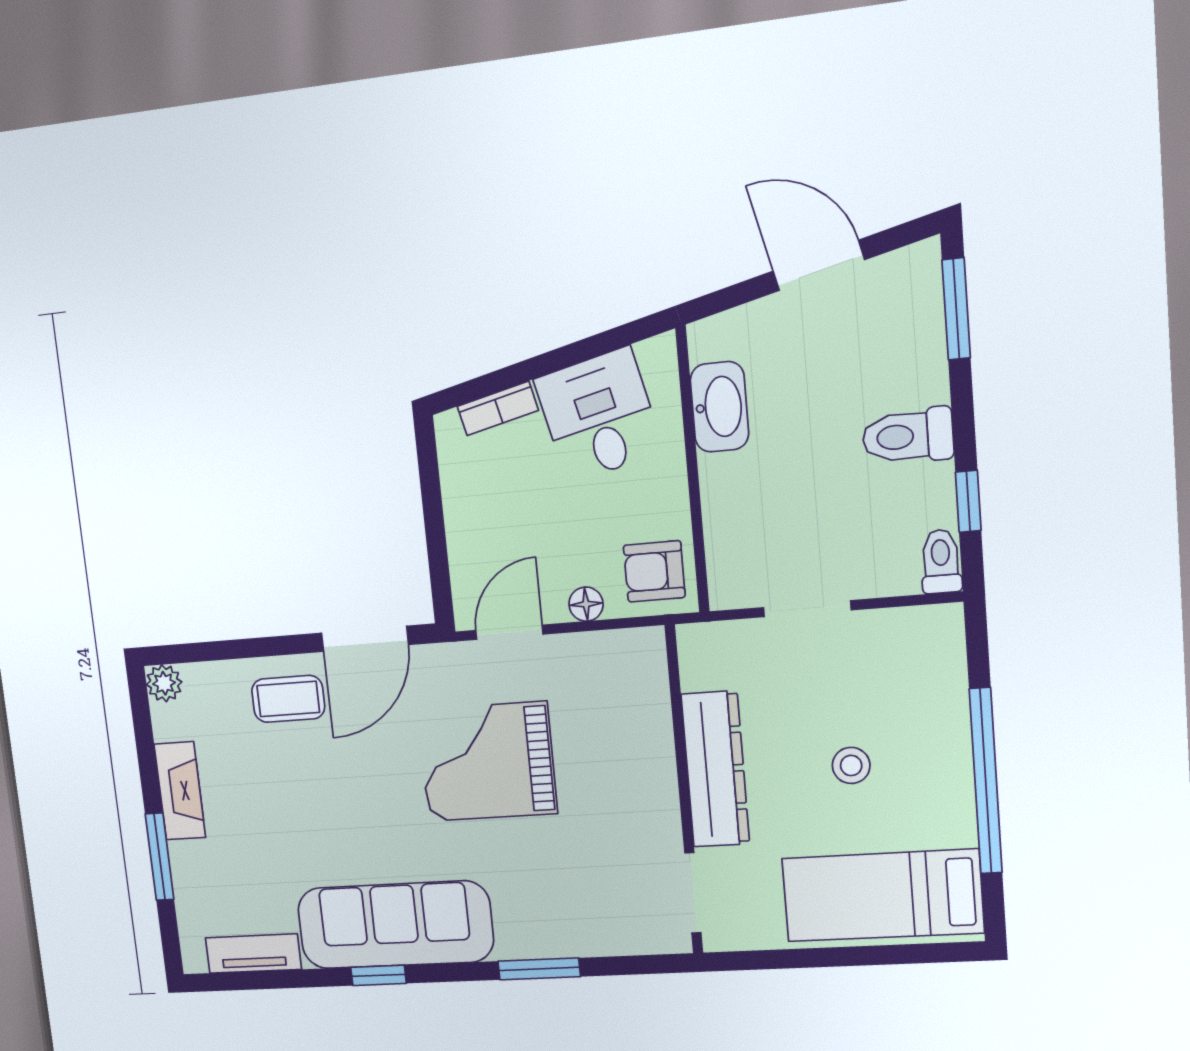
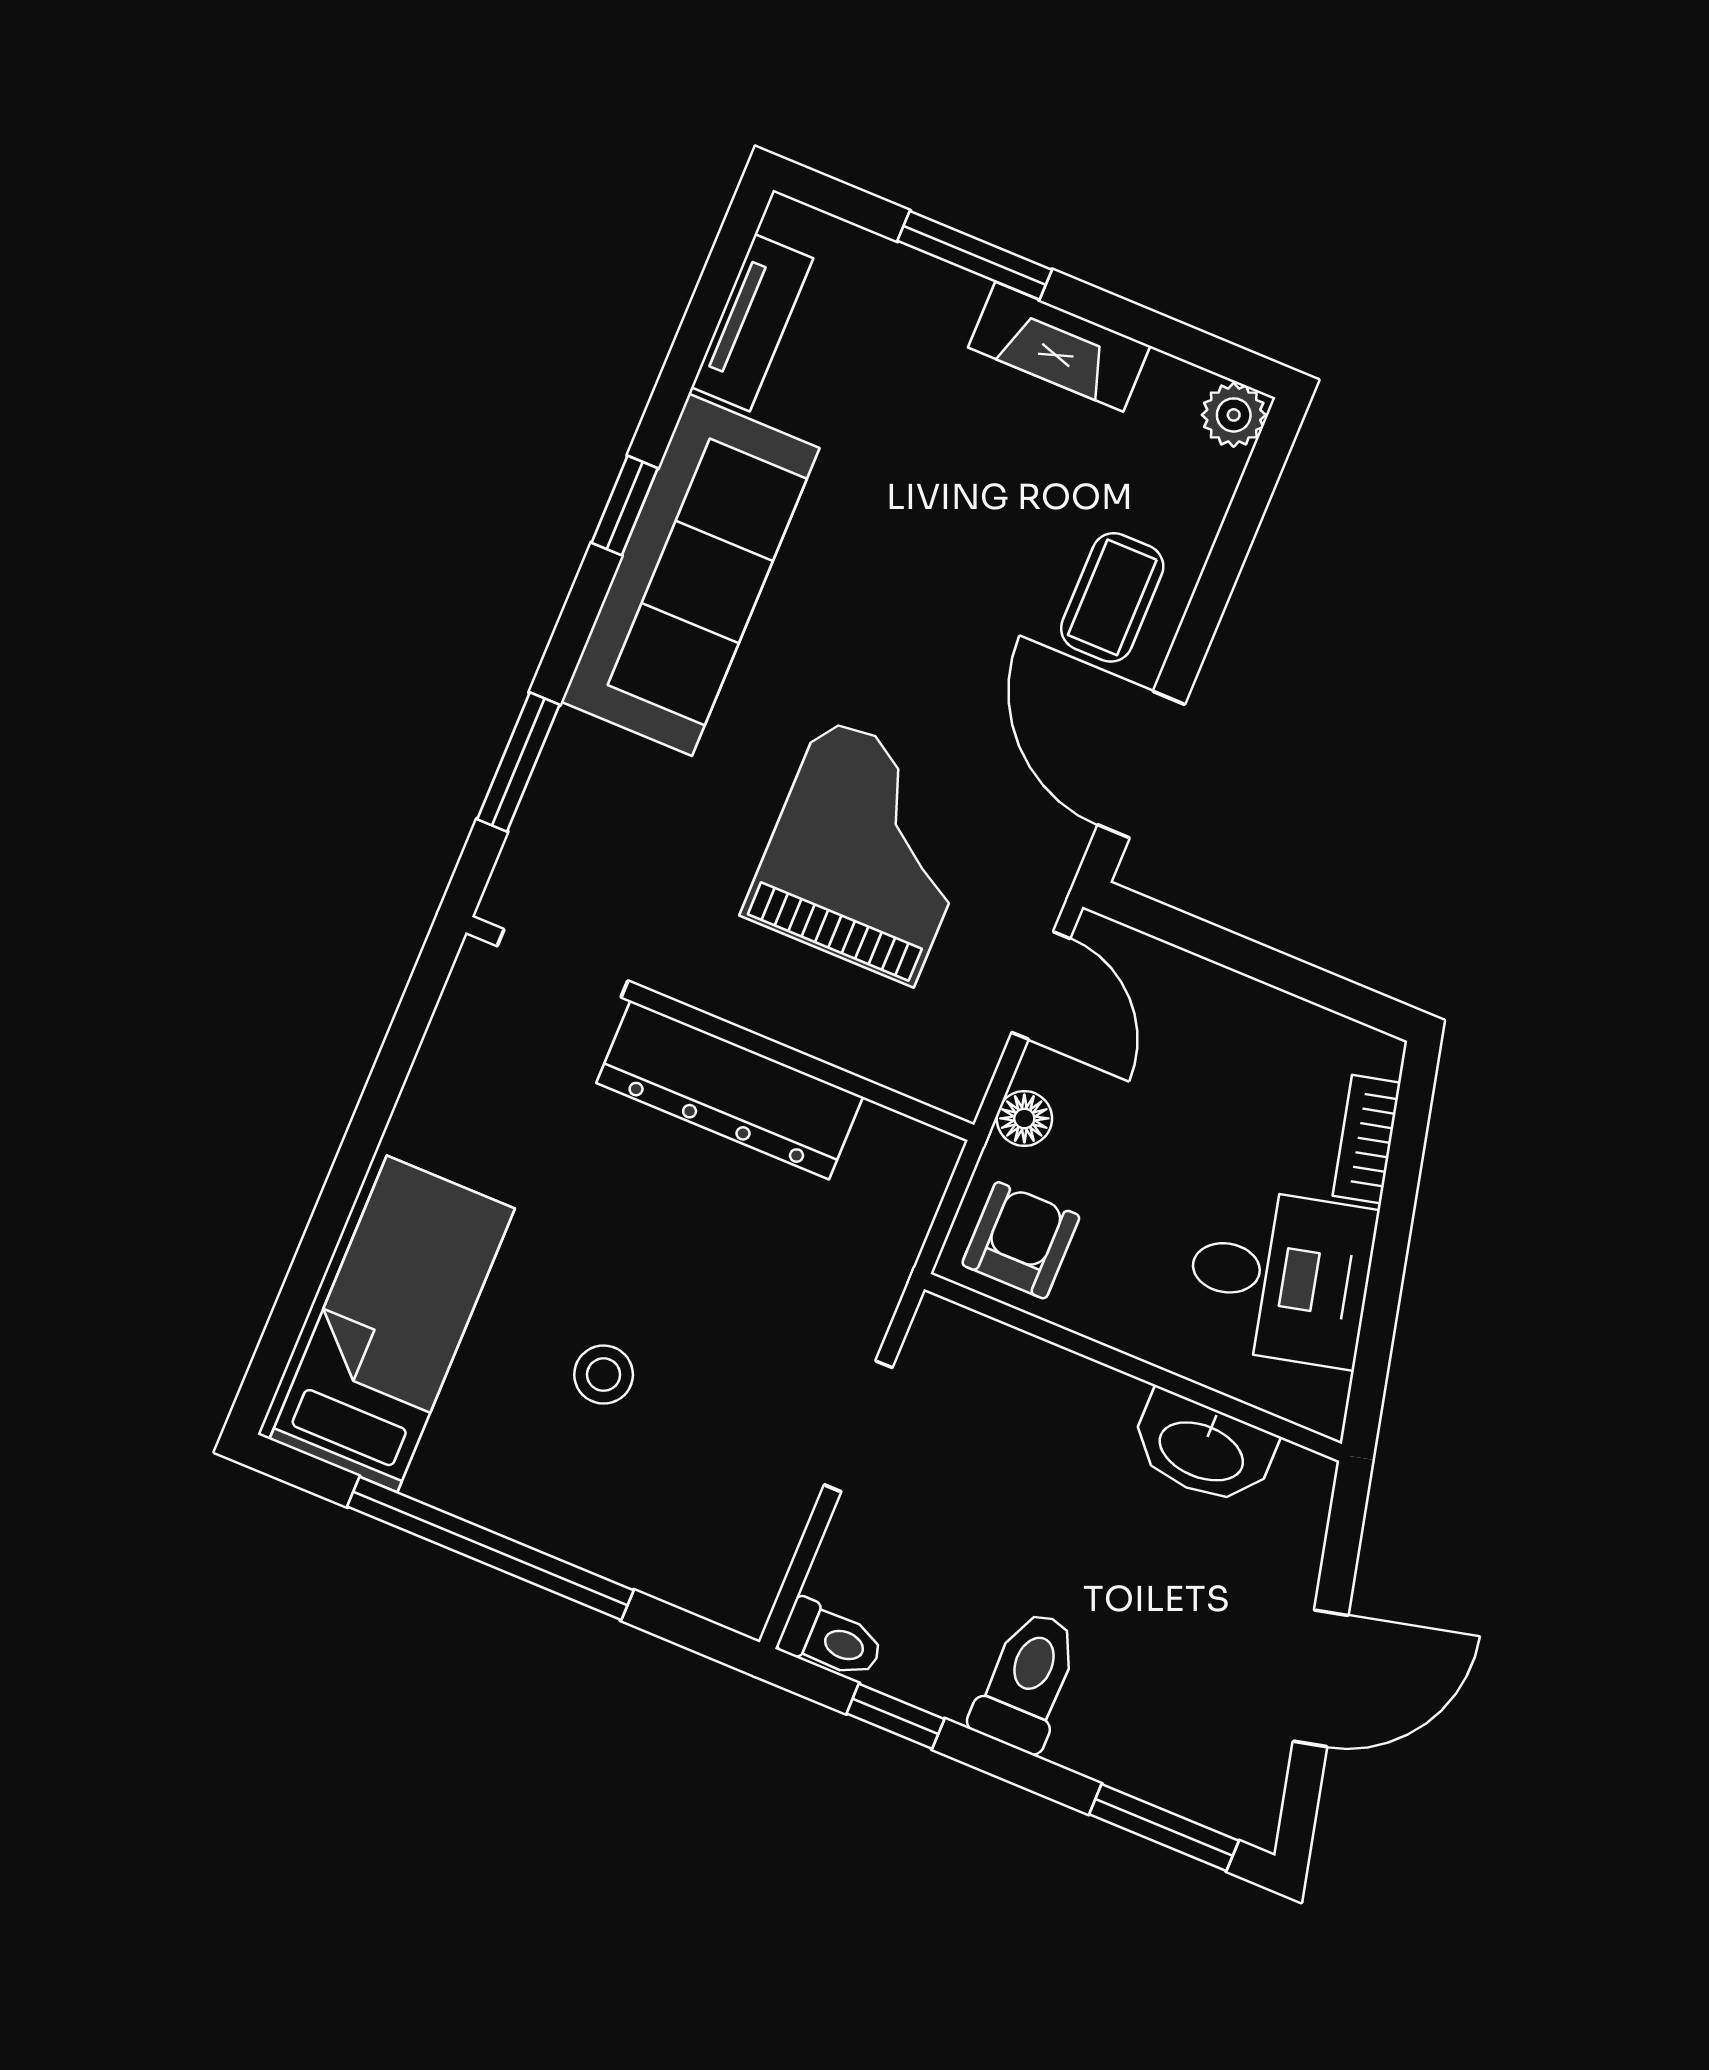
dresser: (715, 769) -> (730, 1090), moved
wall: (684, 791) -> (720, 1029), moved
doorway: (693, 893) -> (562, 963), moved

